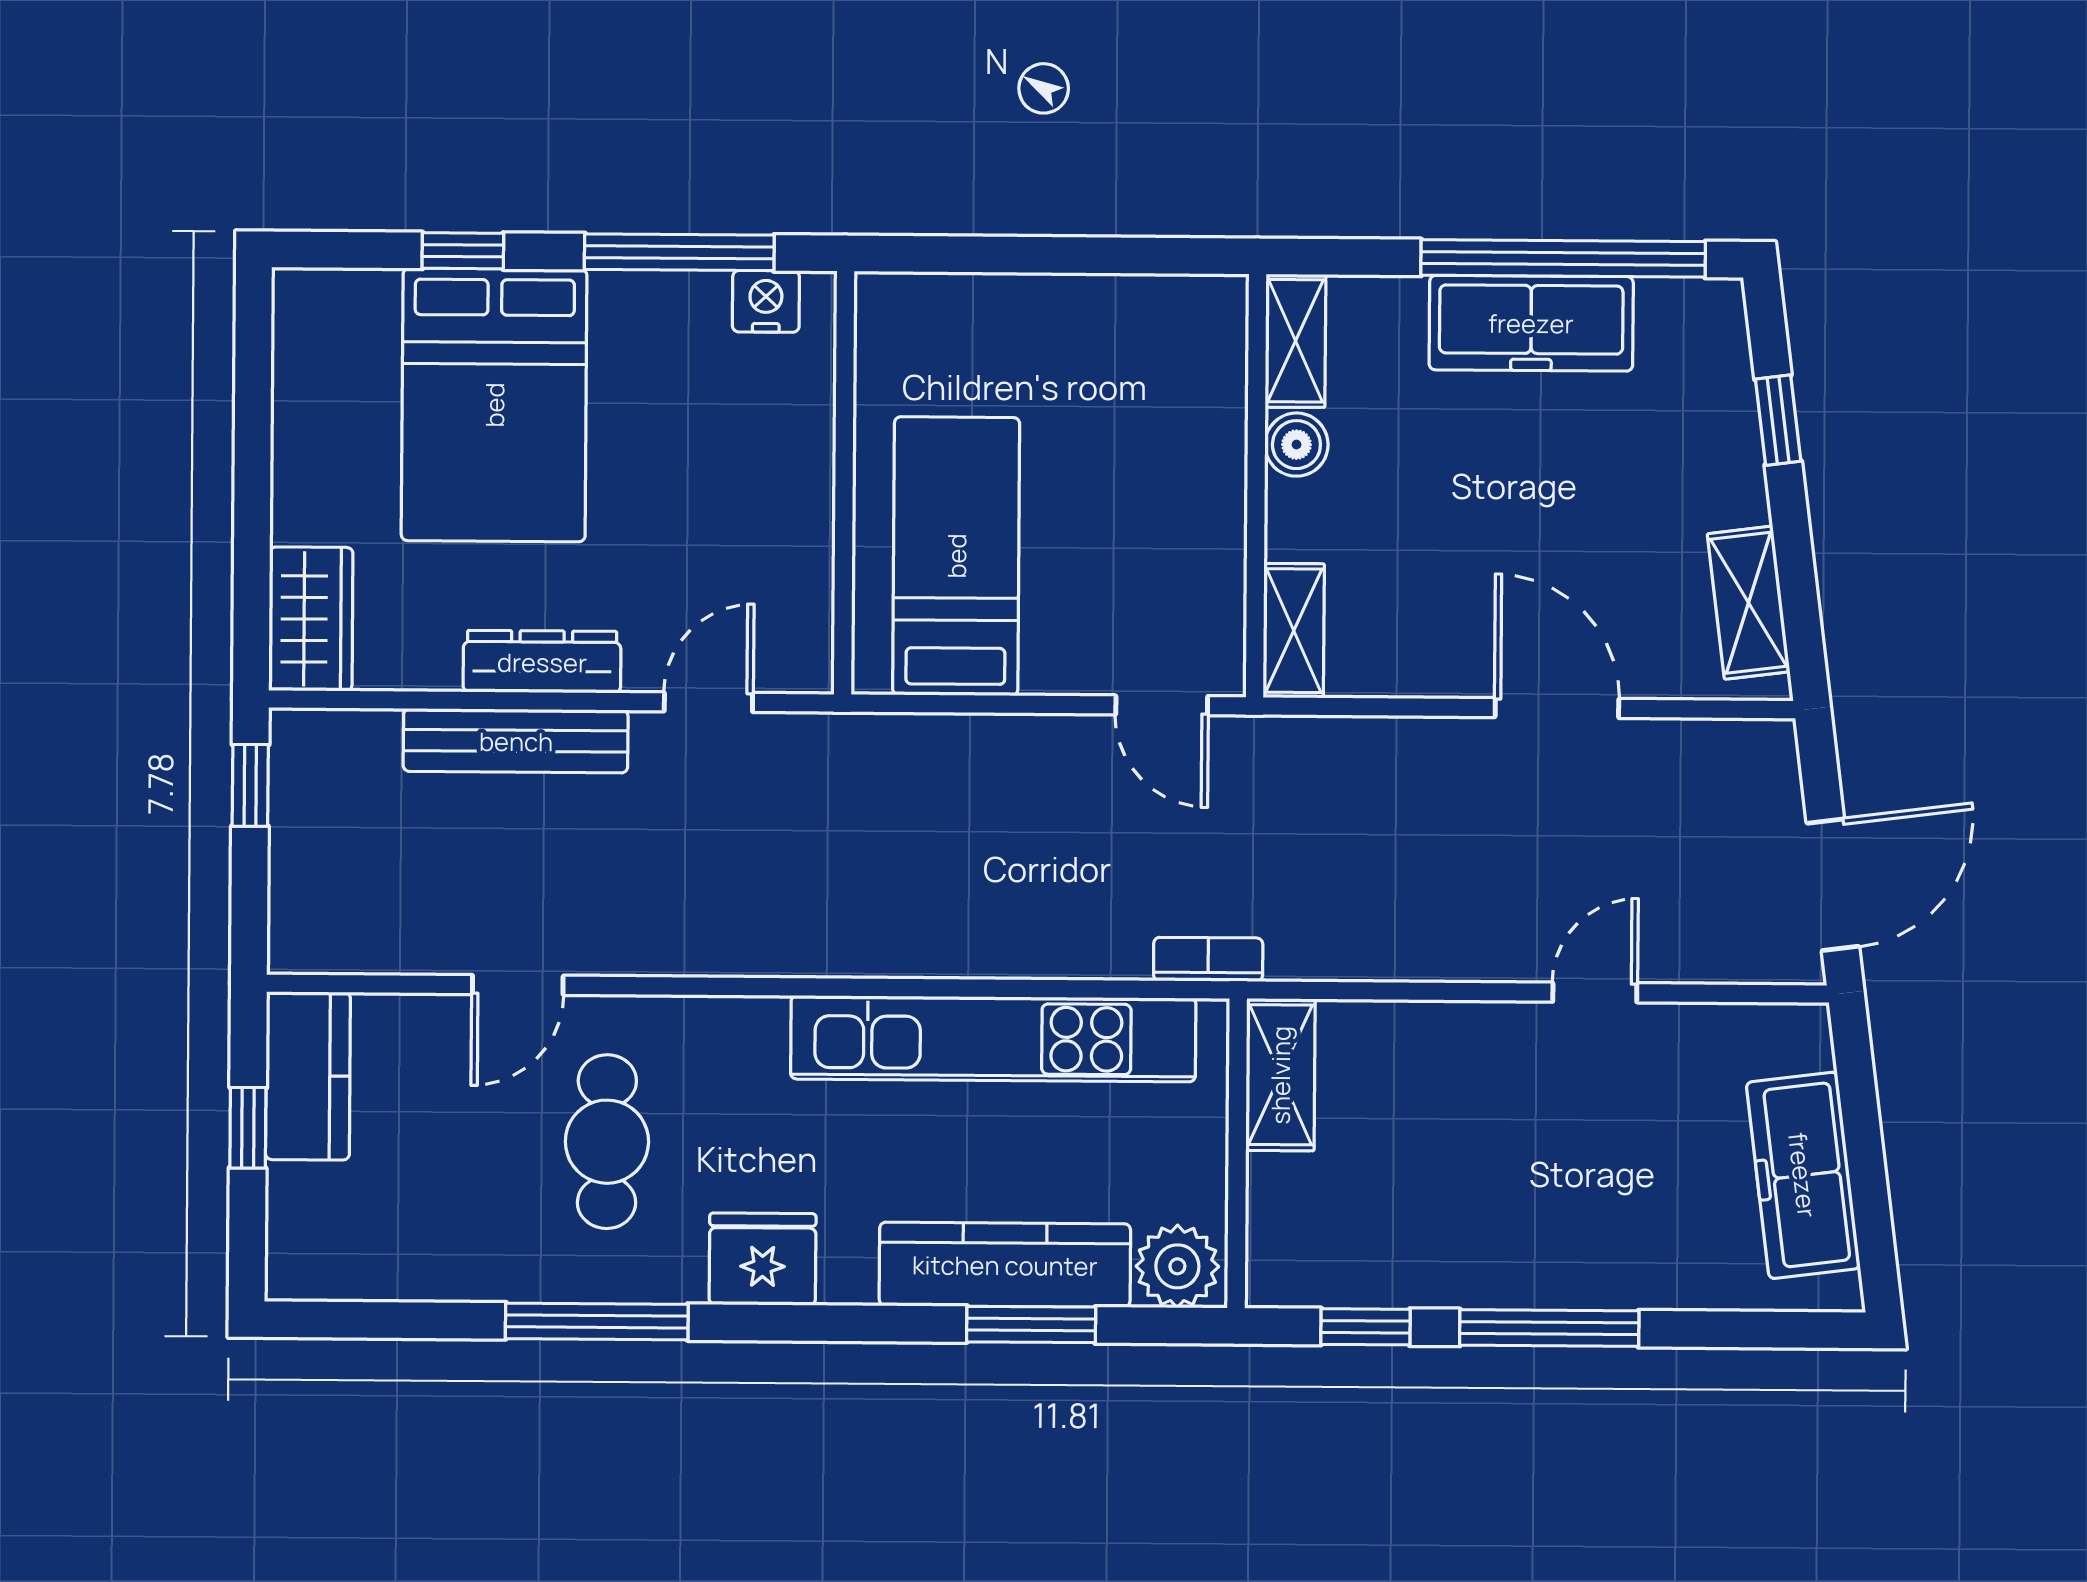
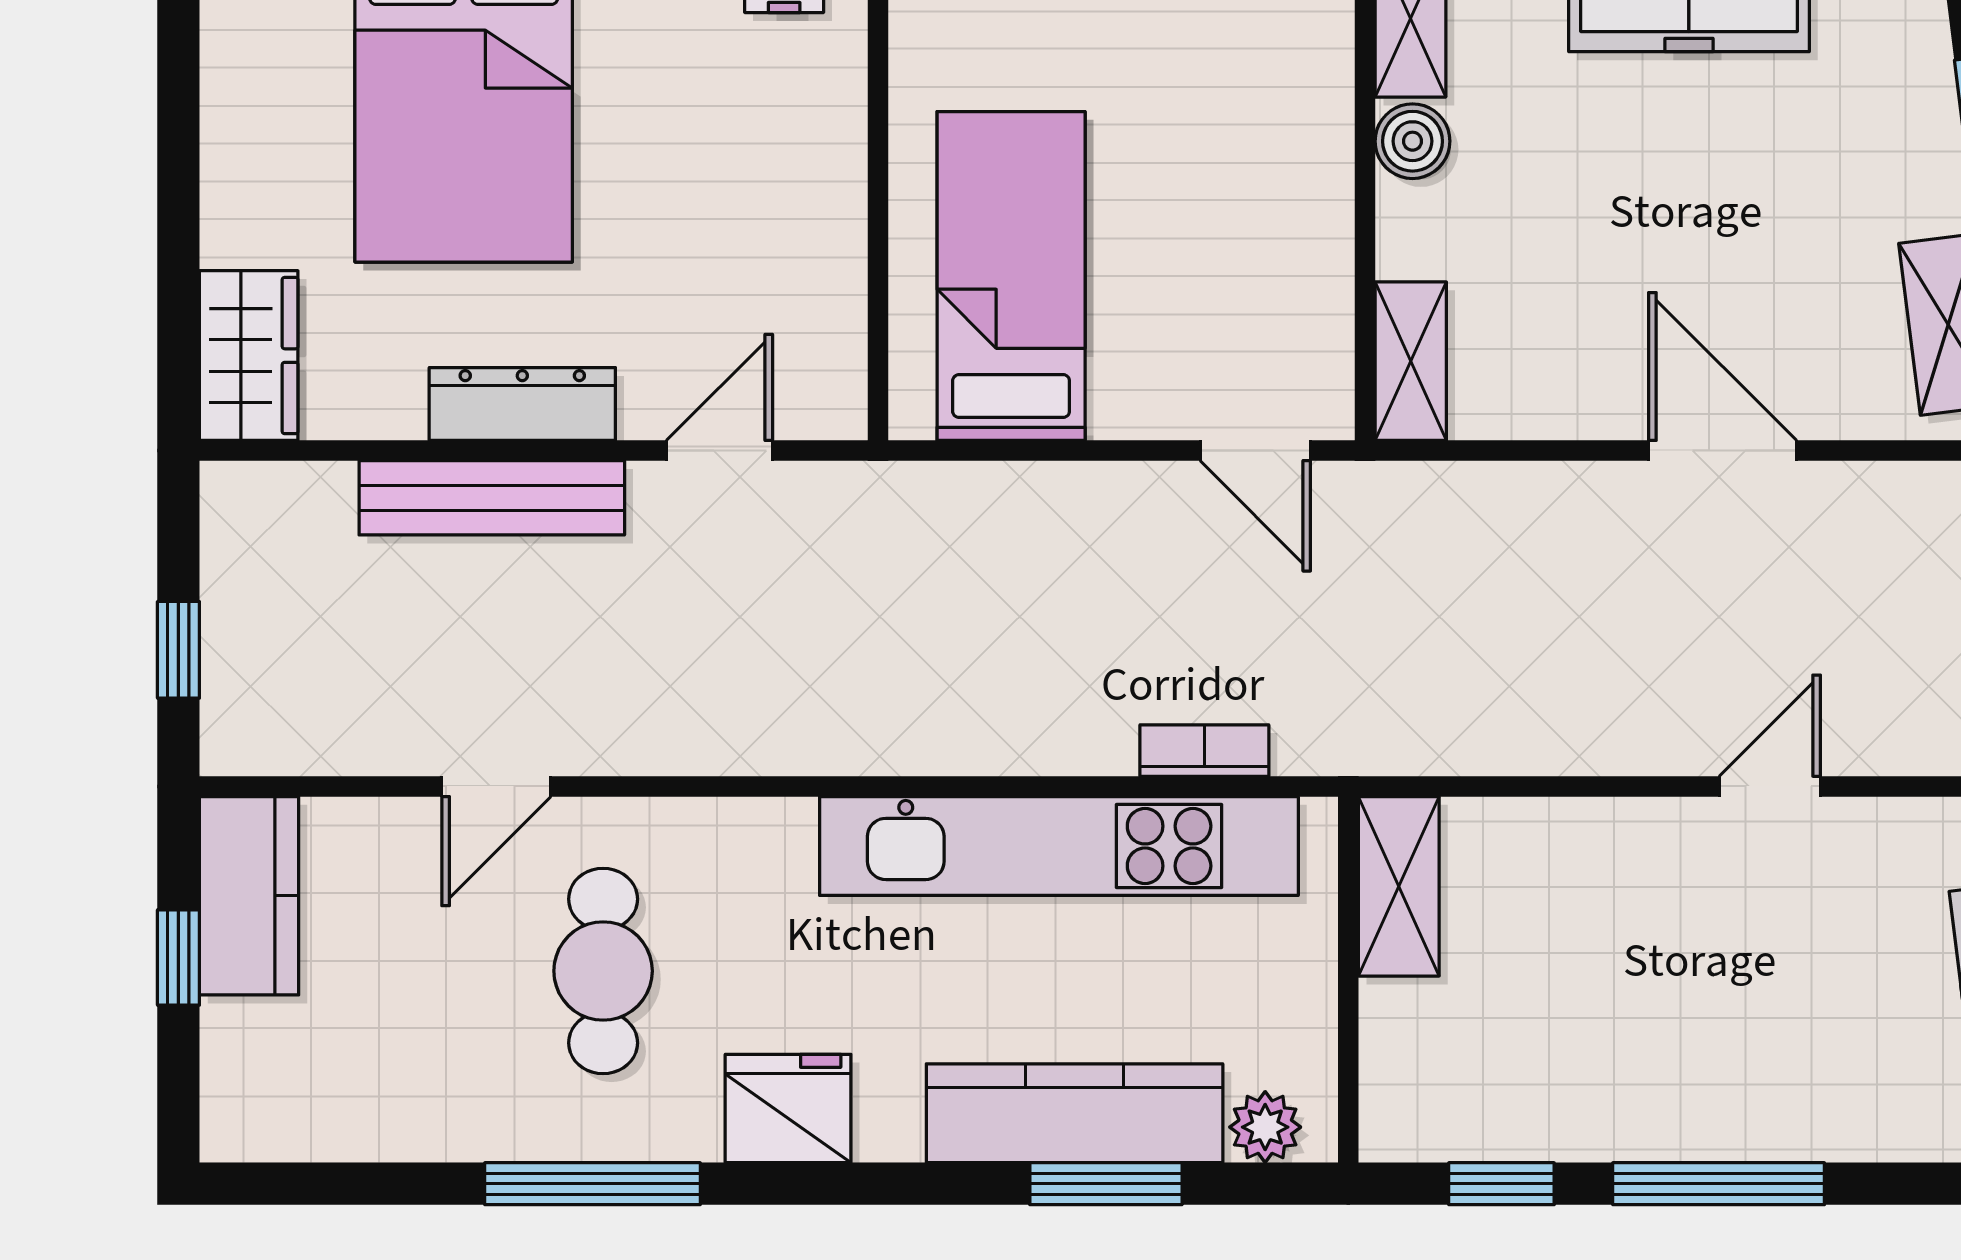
window: (250, 785) -> (178, 650), moved
bookcase: (1208, 959) -> (1204, 751), moved
plant: (1177, 1266) -> (1265, 1127), width x0.73, depth x0.73

